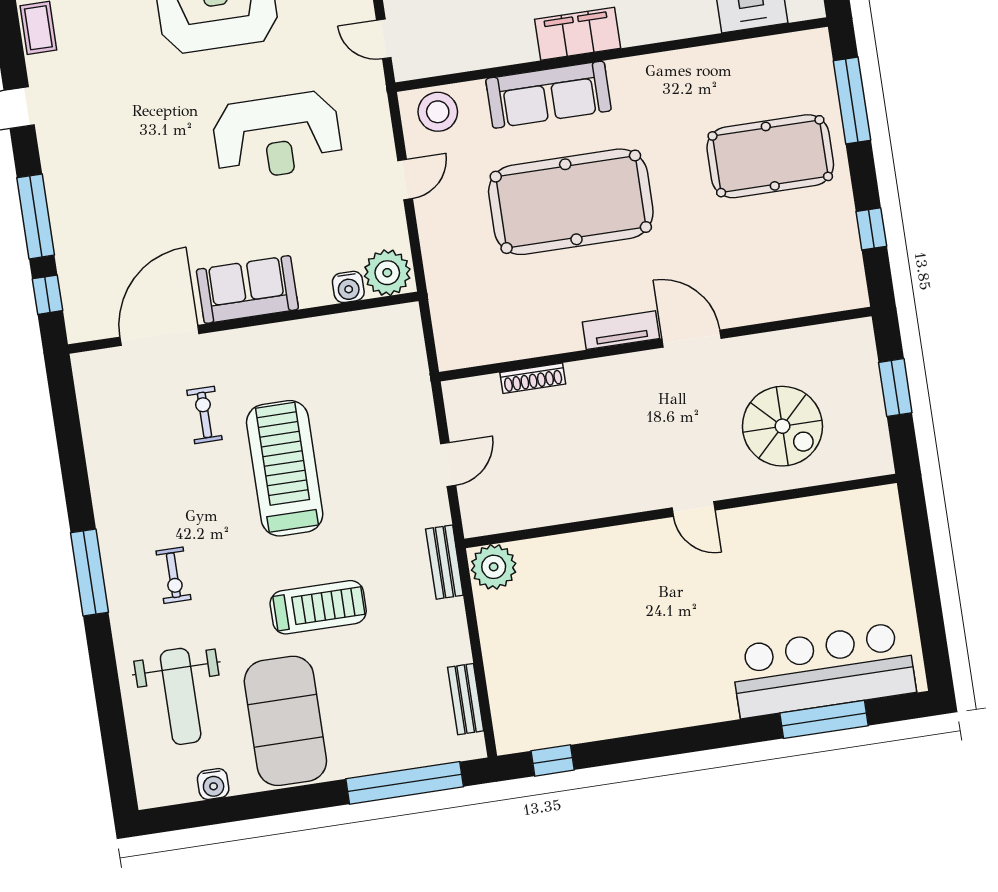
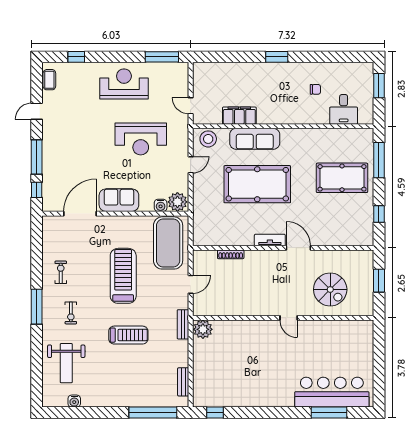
filing cabinet: (578, 34) -> (239, 116), moved
exercise bike: (204, 415) -> (61, 272), moved
exercise mat: (285, 721) -> (168, 243), moved

